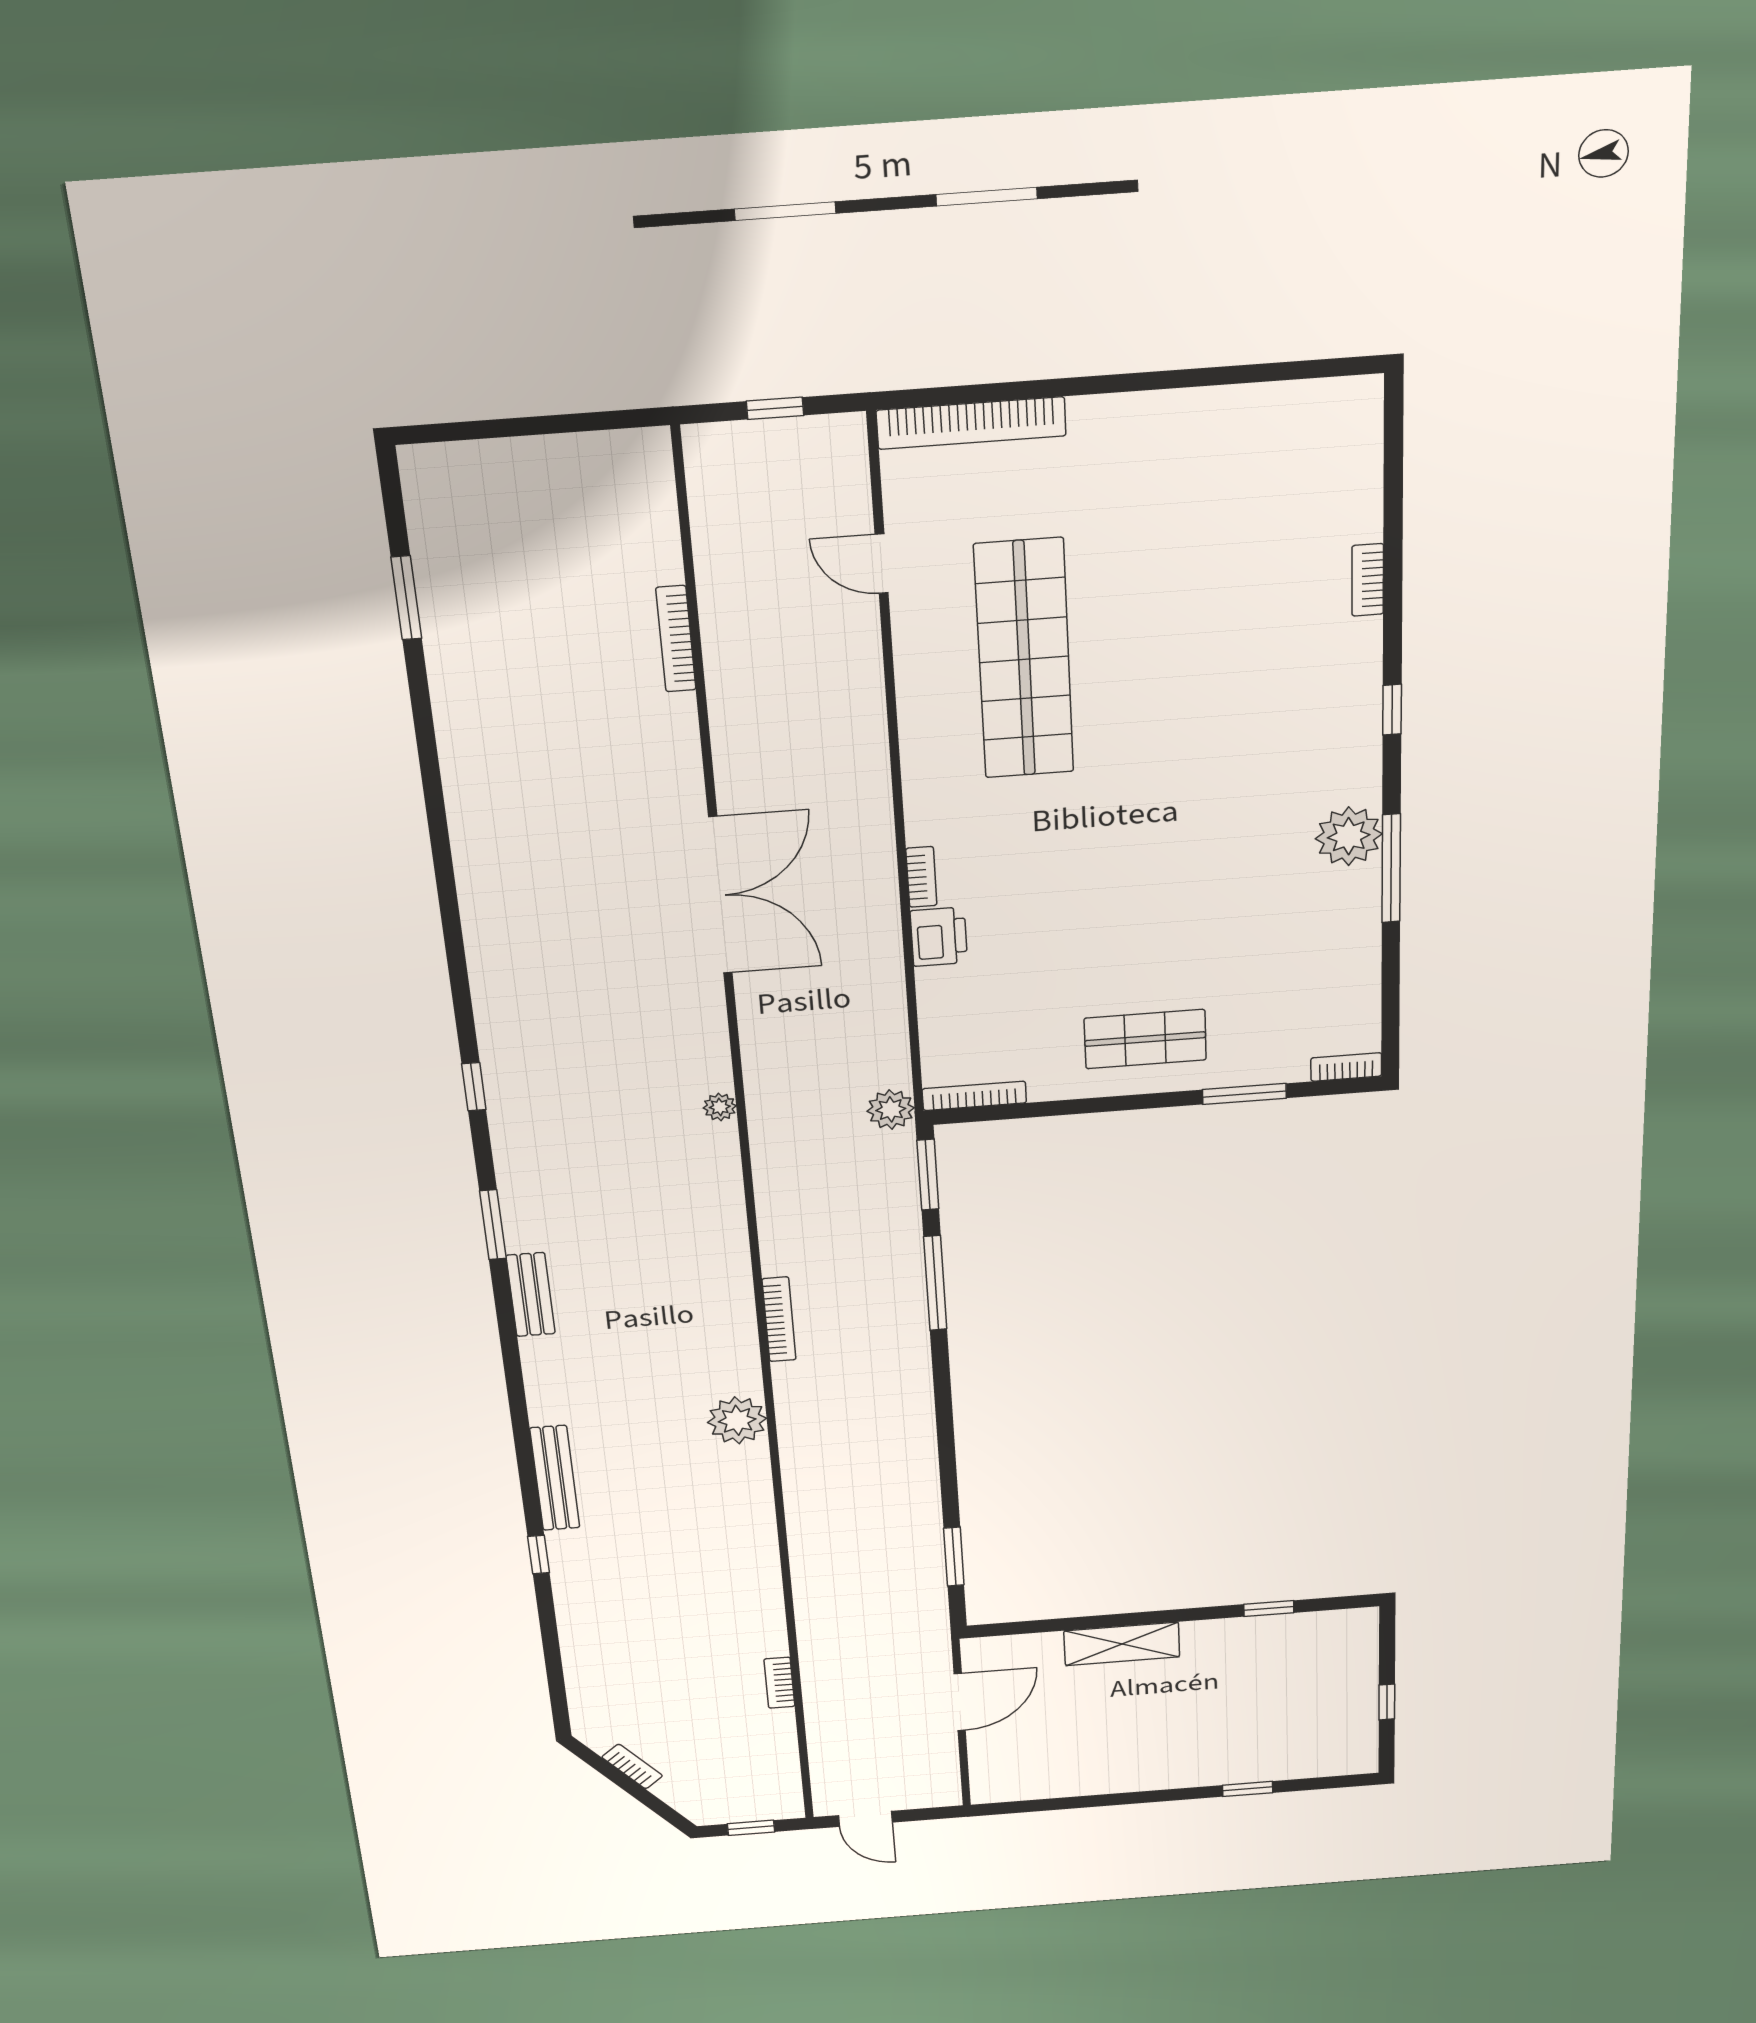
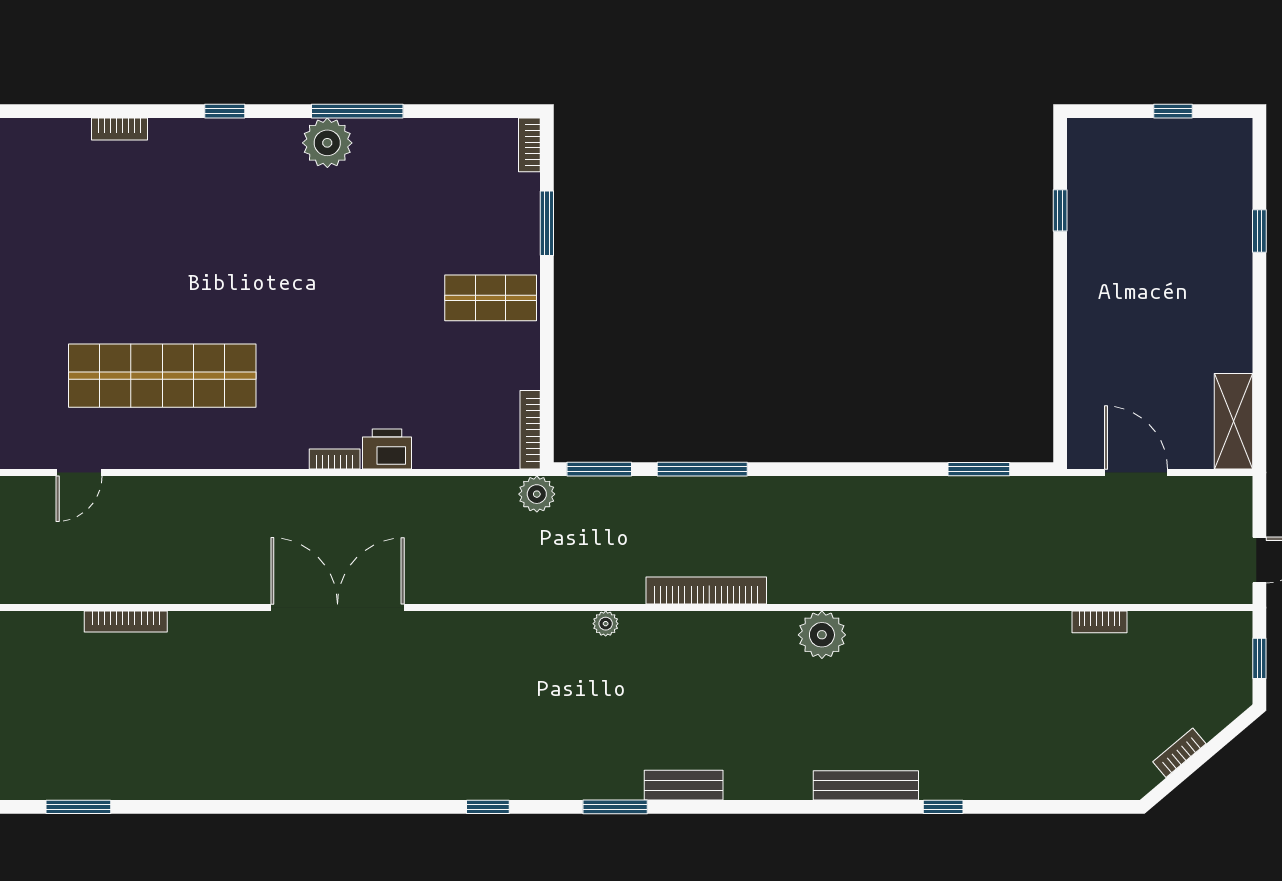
shop shelf: (1145, 1039) -> (491, 298), turned 90
plant: (720, 1107) -> (606, 624), moved
bookcase: (779, 1319) -> (706, 591), width x1.48, depth x1.31
shelving: (1122, 1644) -> (1234, 421), moved

